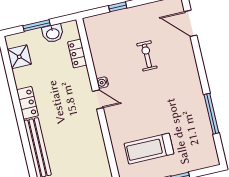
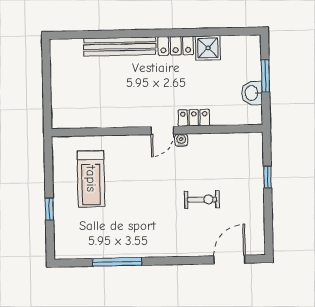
locker: (77, 53) -> (194, 118), moved
shower: (19, 57) -> (208, 48), moved
treadmill: (149, 149) -> (91, 179), turned 180

